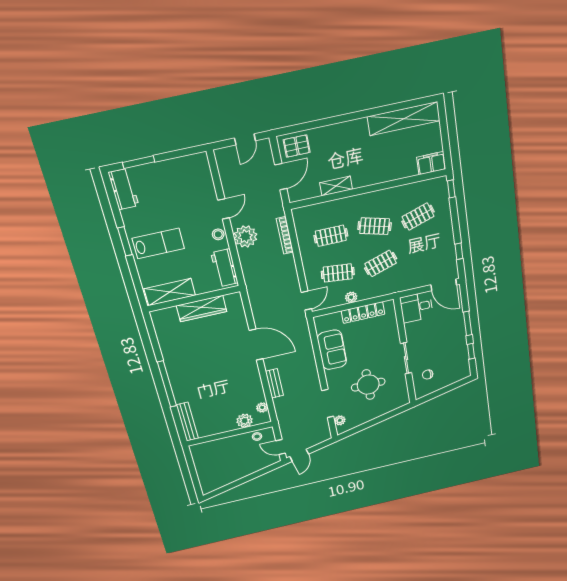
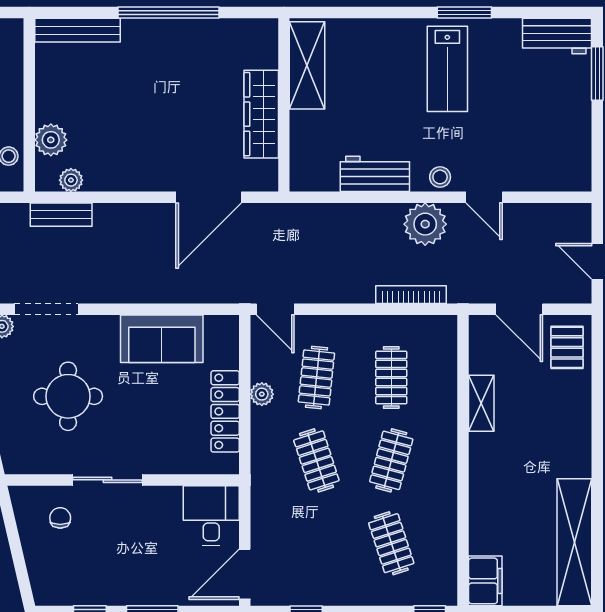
shelving: (170, 292) -> (307, 65), moved
wall: (194, 299) -> (284, 105), moved
wardrobe: (202, 309) -> (261, 114), moved
bench: (274, 383) -> (61, 215), moved

